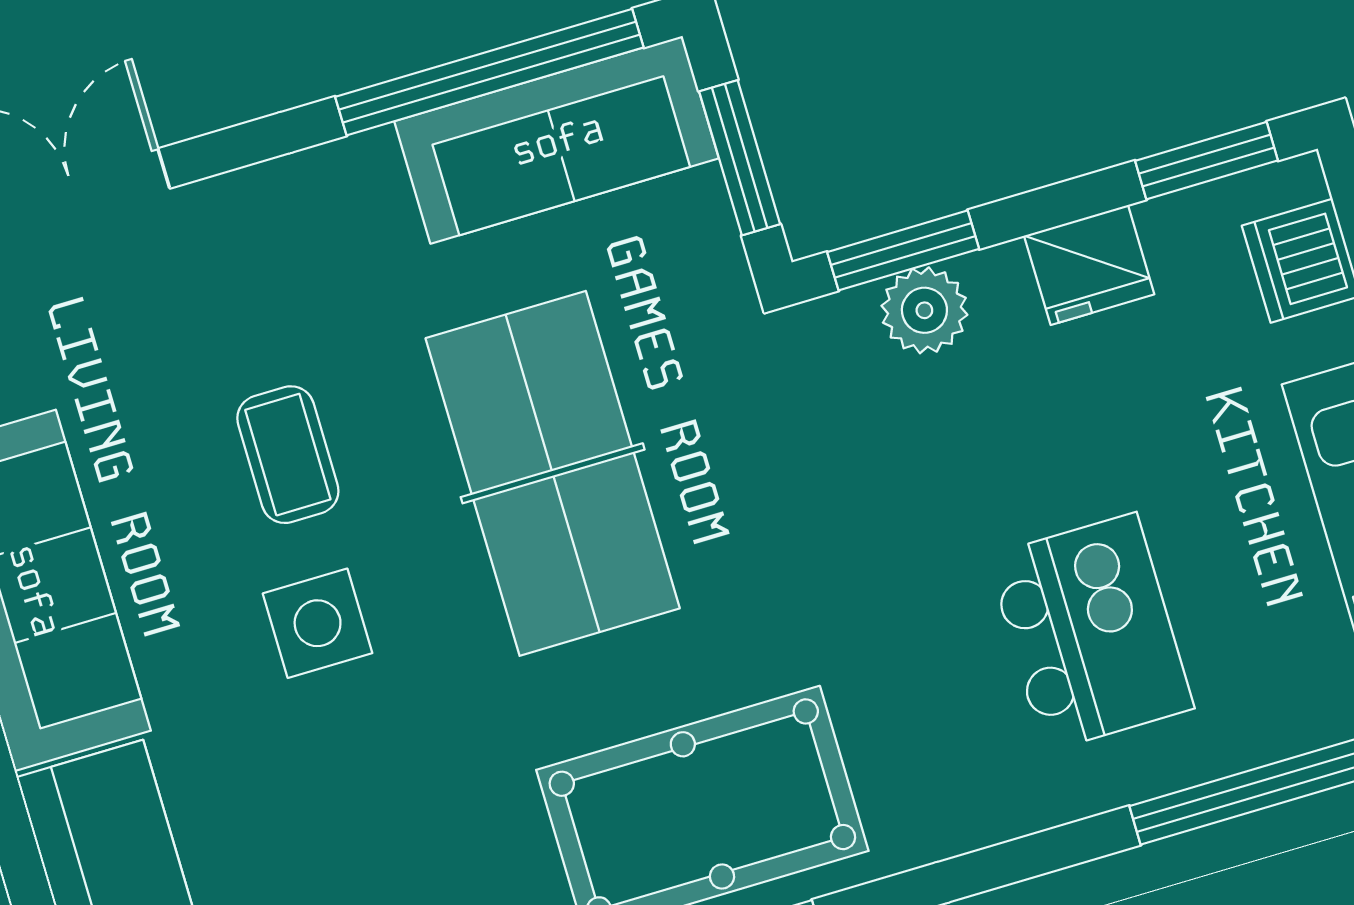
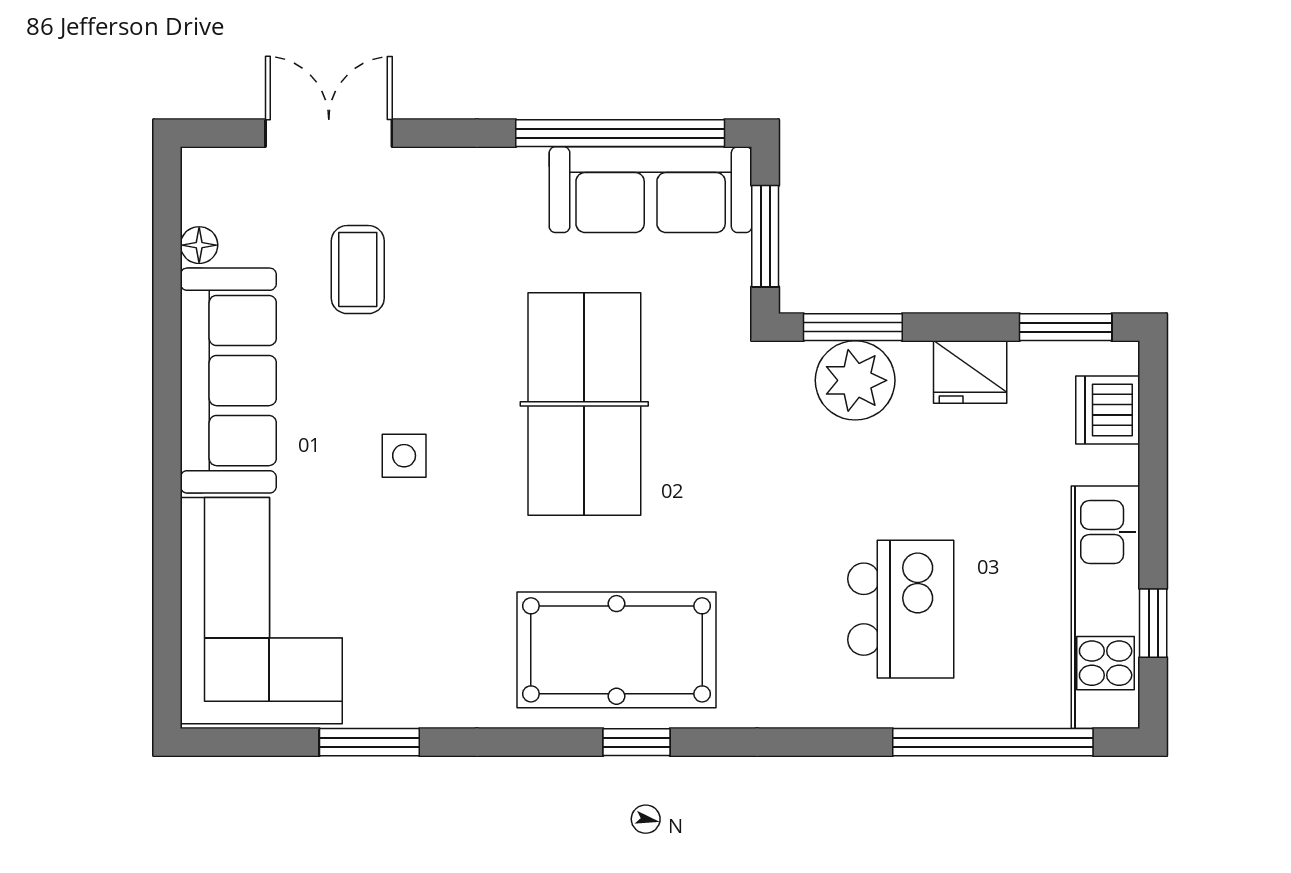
plant: (924, 310) -> (855, 380), width x1.36, depth x1.36
coffee table: (288, 455) -> (358, 270), moved
side table: (318, 623) -> (404, 456), width x0.73, depth x0.73

